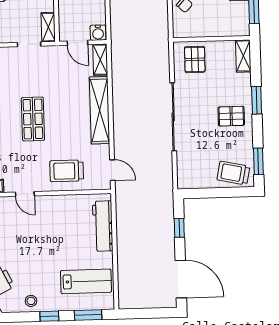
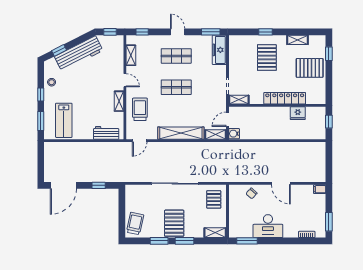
pallet: (195, 59) -> (214, 199), turned 90
pallet: (231, 116) -> (174, 223), width x1.50, depth x1.42
window: (258, 161) -> (159, 241), moved
door: (25, 194) -> (125, 80), swing flipped
shelving: (56, 202) -> (119, 101), added
workbench: (103, 226) -> (106, 133), width x0.73

